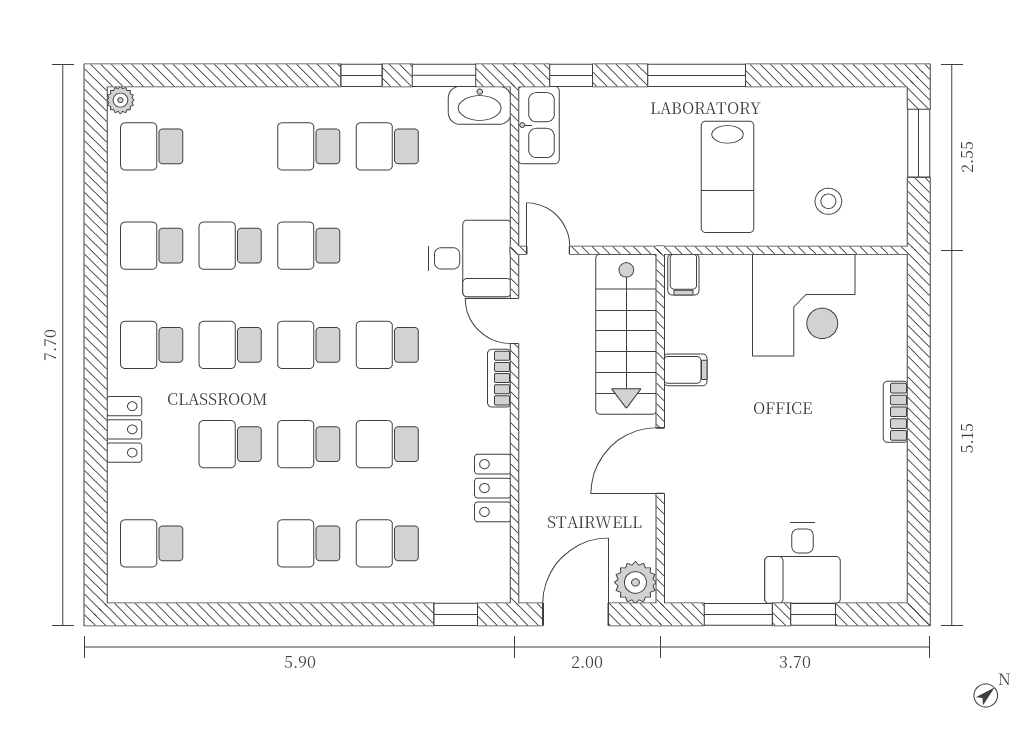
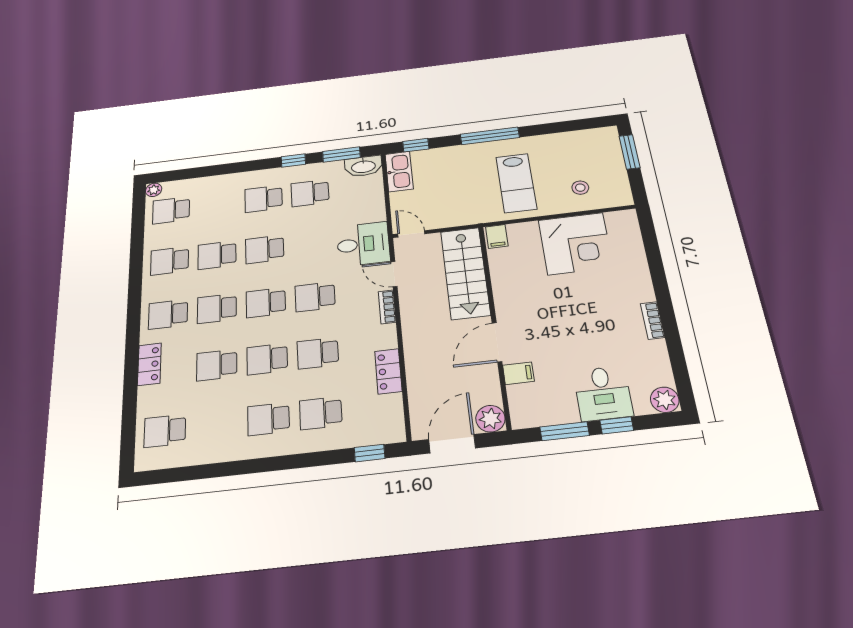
filing cabinet: (685, 370) -> (518, 373), moved
bookcase: (896, 412) -> (653, 321), moved
plant: (888, 584) -> (665, 400), added

